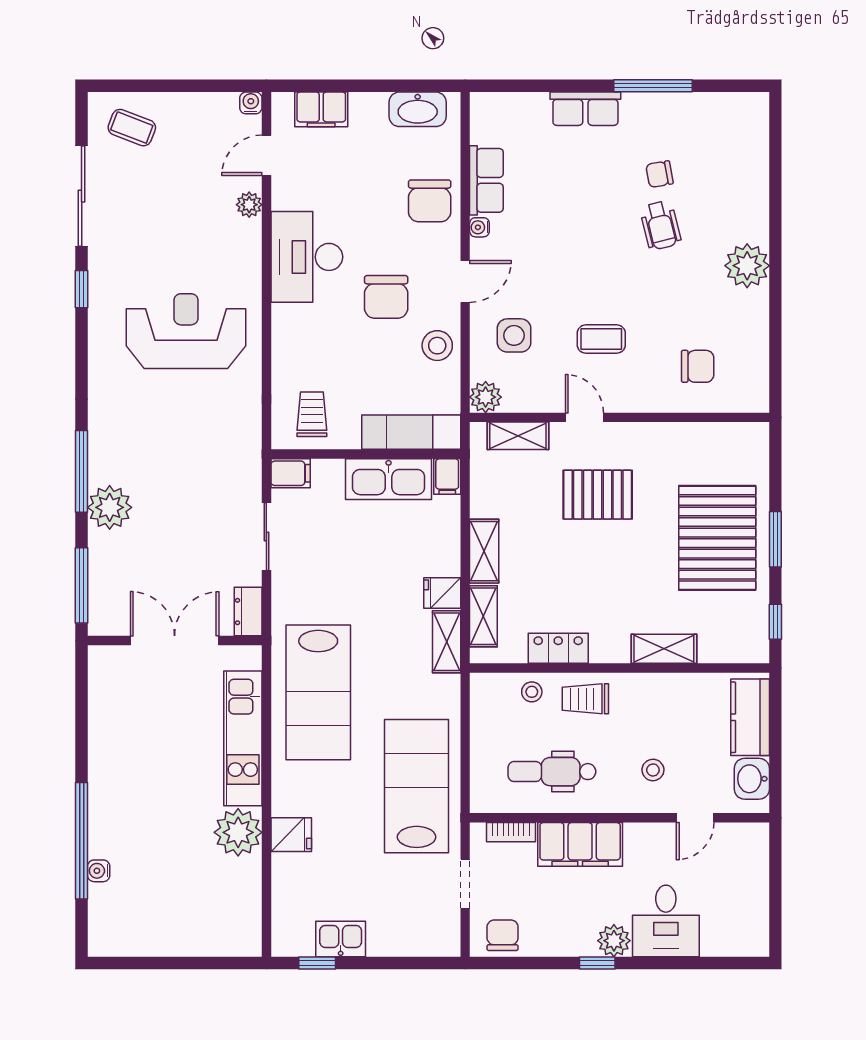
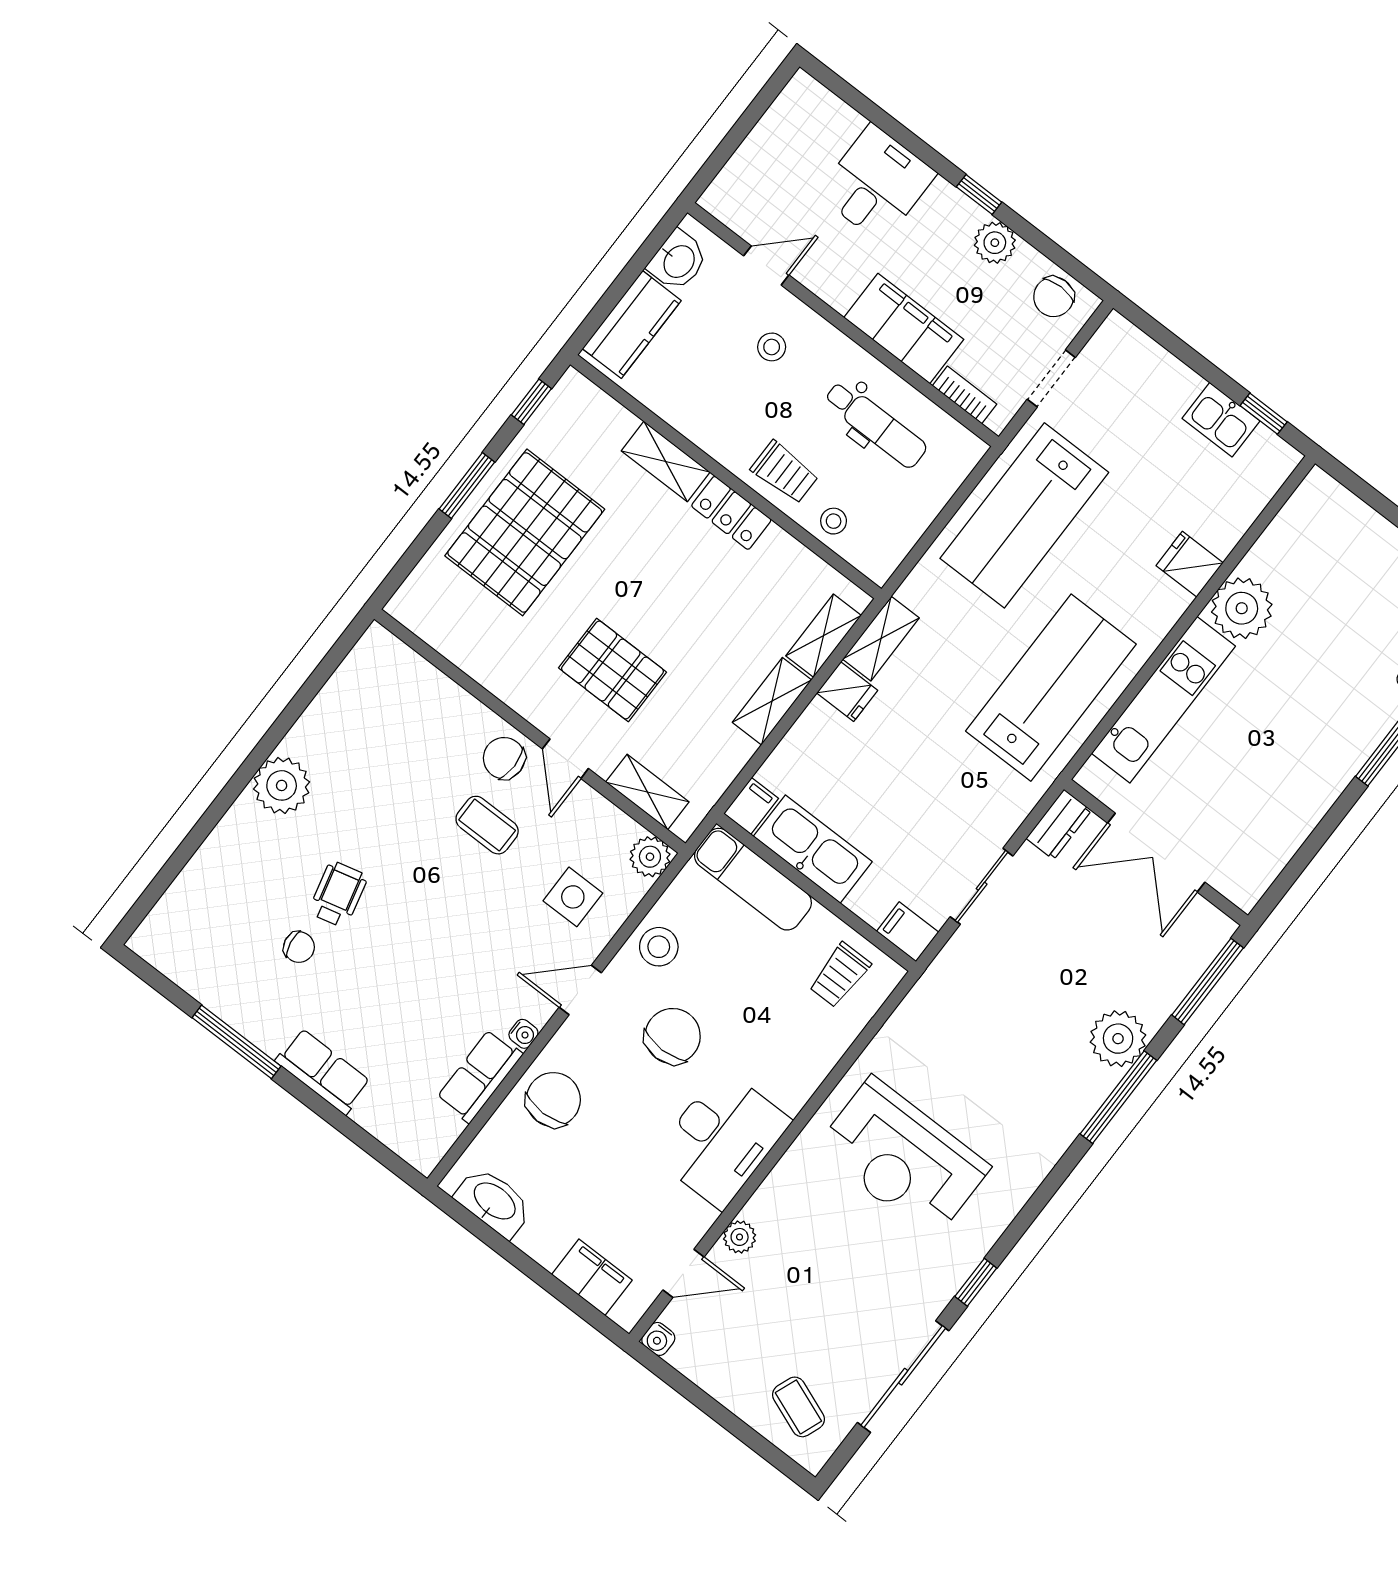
chair: (698, 366) -> (504, 758), moved
locker: (558, 648) -> (731, 513), moved
plant: (614, 941) -> (995, 243), moved

